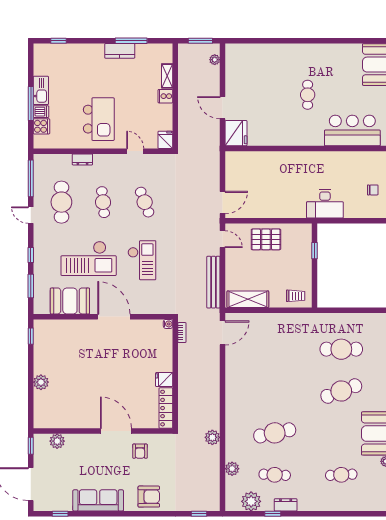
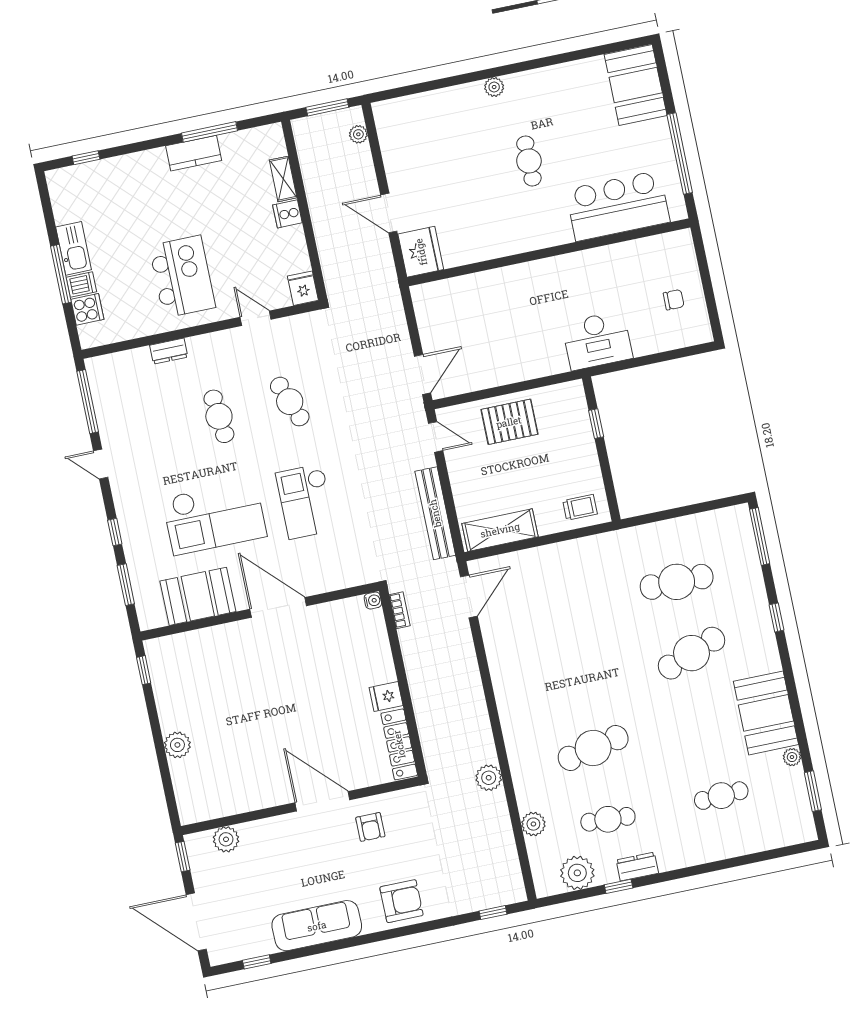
plant: (297, 49) -> (494, 87), added
cafe table: (61, 202) -> (148, 431), removed
checkout: (142, 260) -> (306, 501), turned 180

